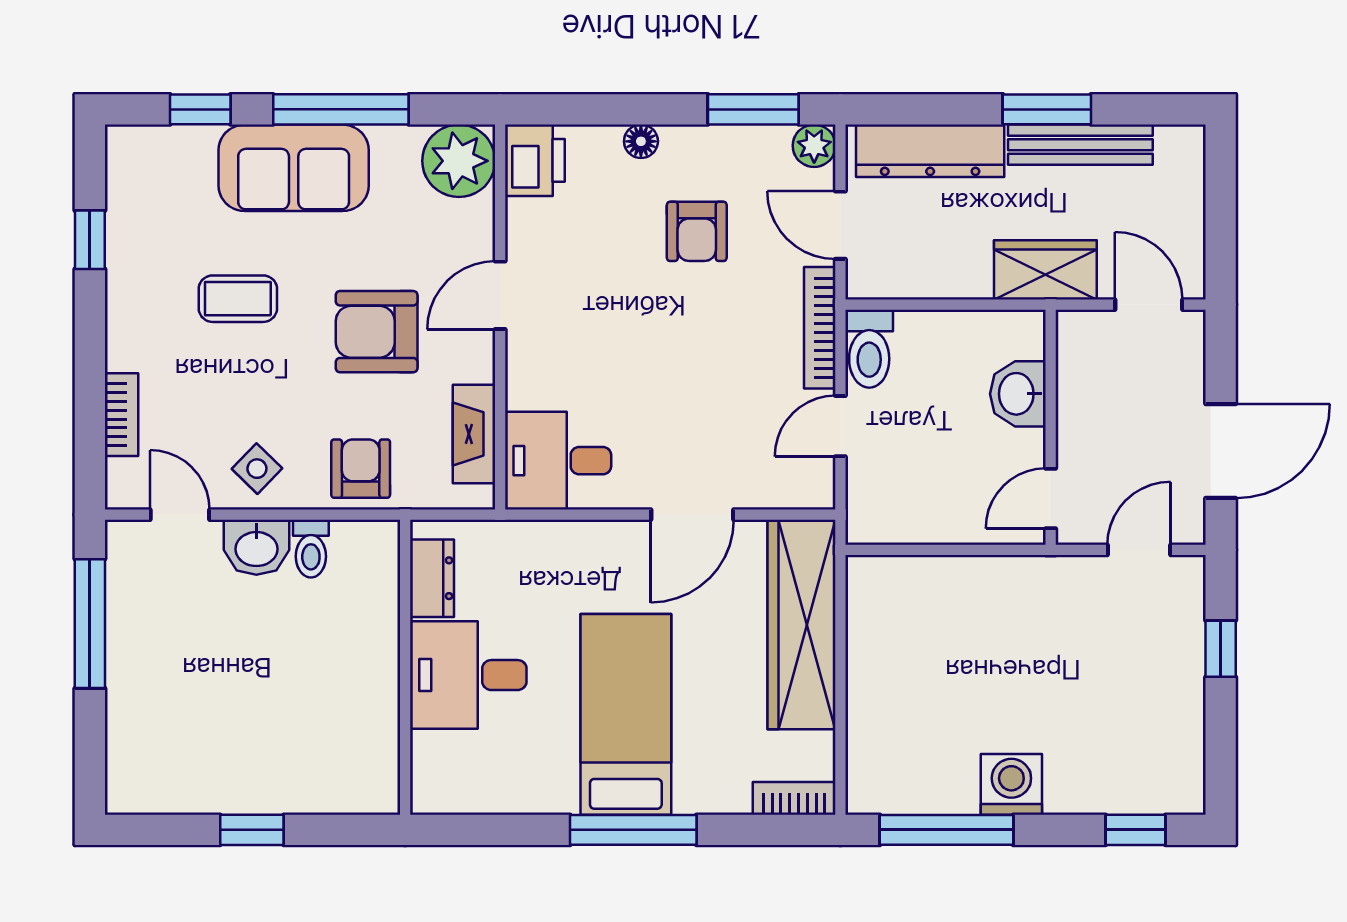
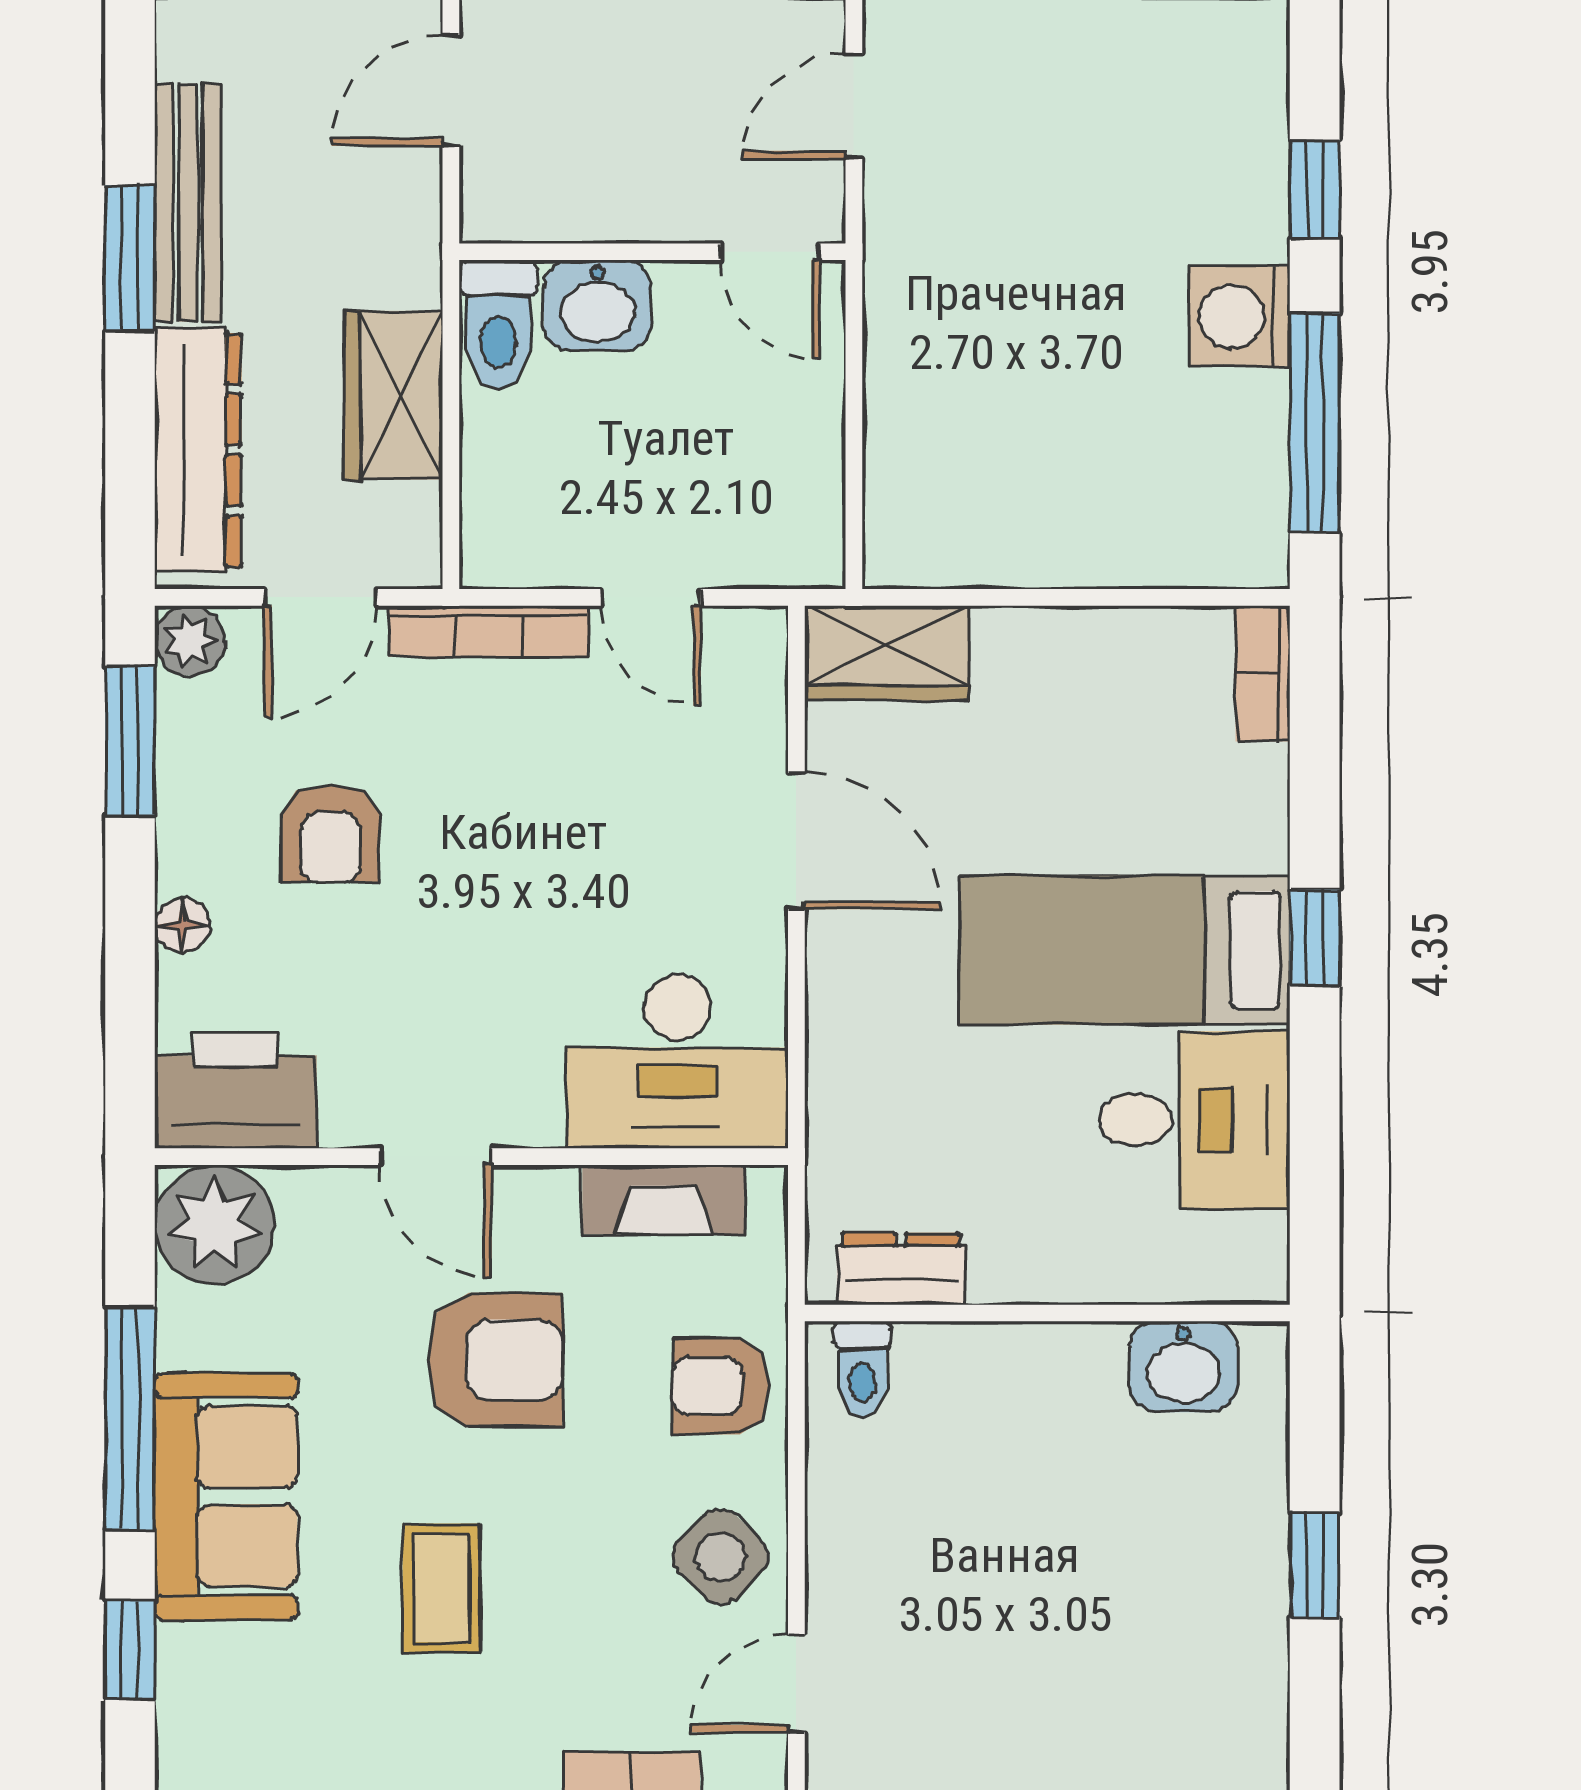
printer: (535, 160) -> (236, 1090), width x1.37, depth x1.19
armchair: (697, 231) -> (330, 834), turned 90
wardrobe: (1045, 270) -> (394, 395), moved
armchair: (377, 332) -> (495, 1360), turned -90
toilet: (869, 349) -> (498, 324), moved, turned 90
desk: (558, 461) -> (677, 1061), width x1.37
side table: (257, 469) -> (720, 1557), width x1.37, depth x1.37
washbasin: (256, 547) -> (1184, 1367), moved, turned 90
toilet: (311, 549) -> (862, 1369), moved, turned 90
door: (1139, 550) -> (854, 106), hinge flipped
wardrobe: (801, 625) -> (887, 653), width x0.48, depth x0.85
desk: (468, 675) -> (1194, 1120), moved, turned -90
window: (633, 830) -> (1315, 938), width x0.46
window: (1135, 830) -> (1315, 189), moved

